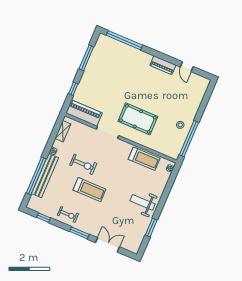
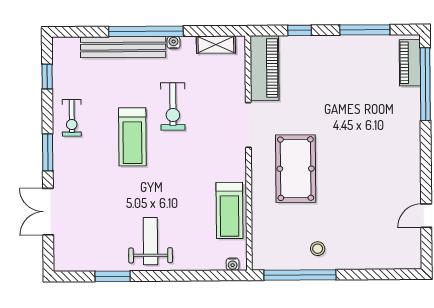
piano: (163, 65) -> (410, 63), moved
window: (36, 176) -> (146, 31), moved
double door: (108, 245) -> (48, 212), swing flipped

